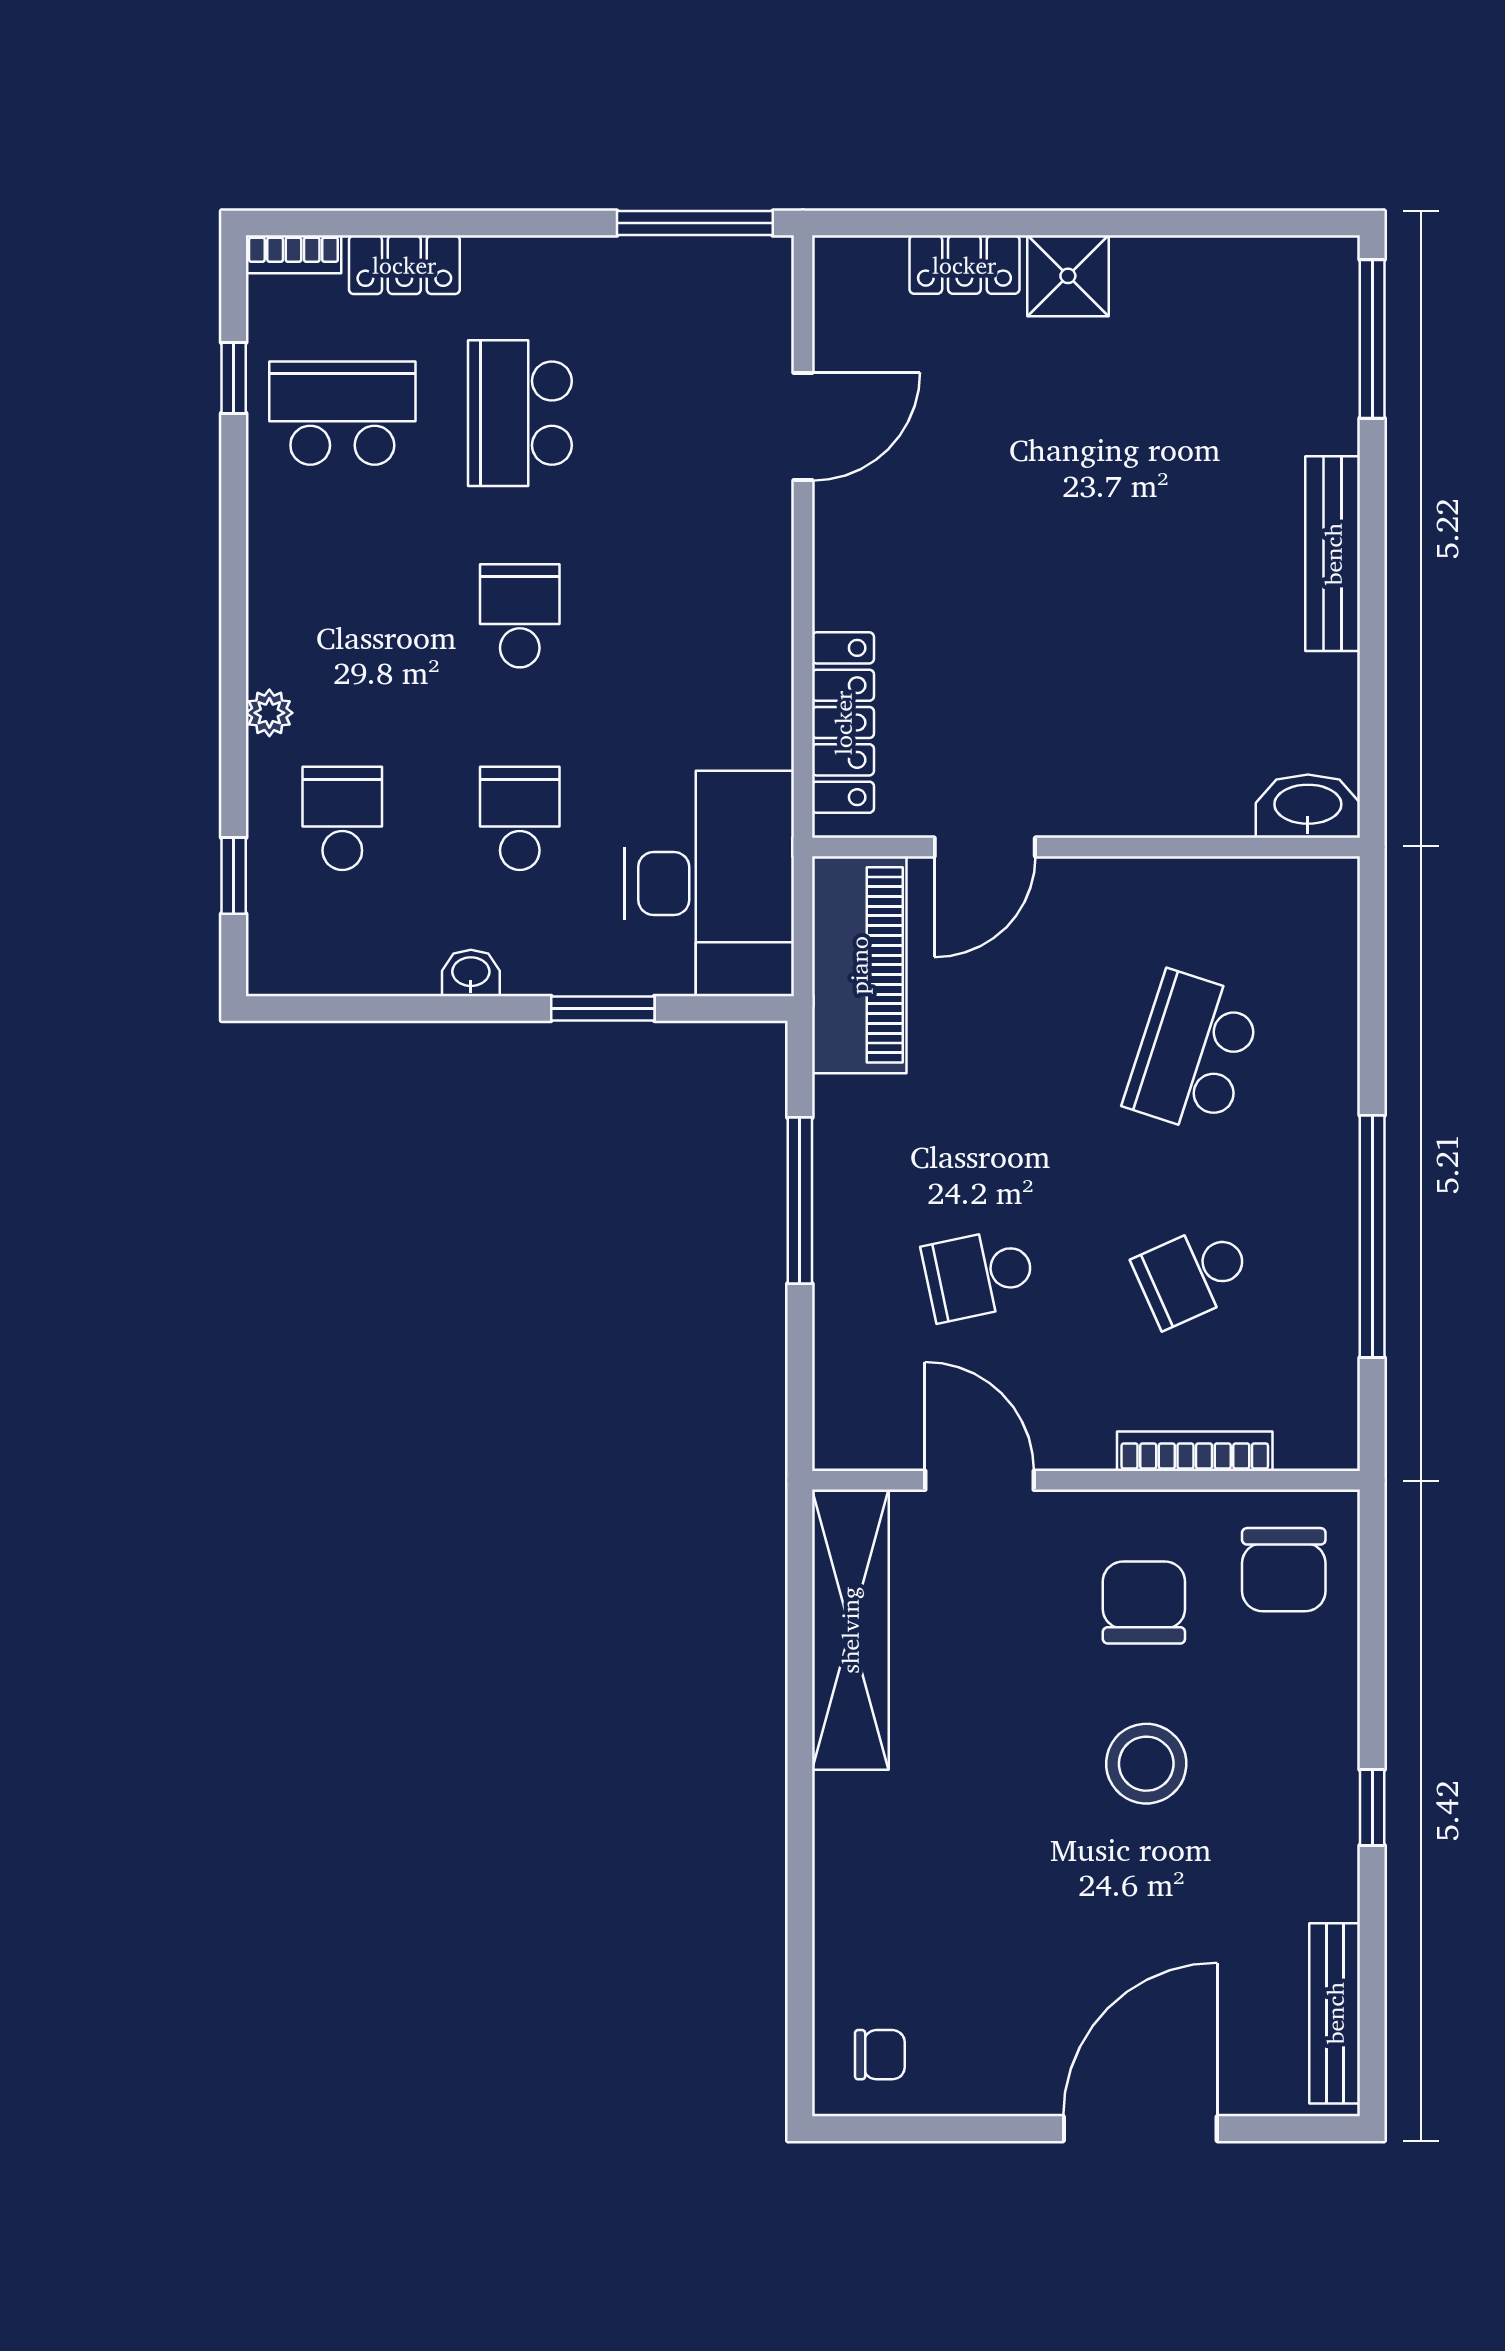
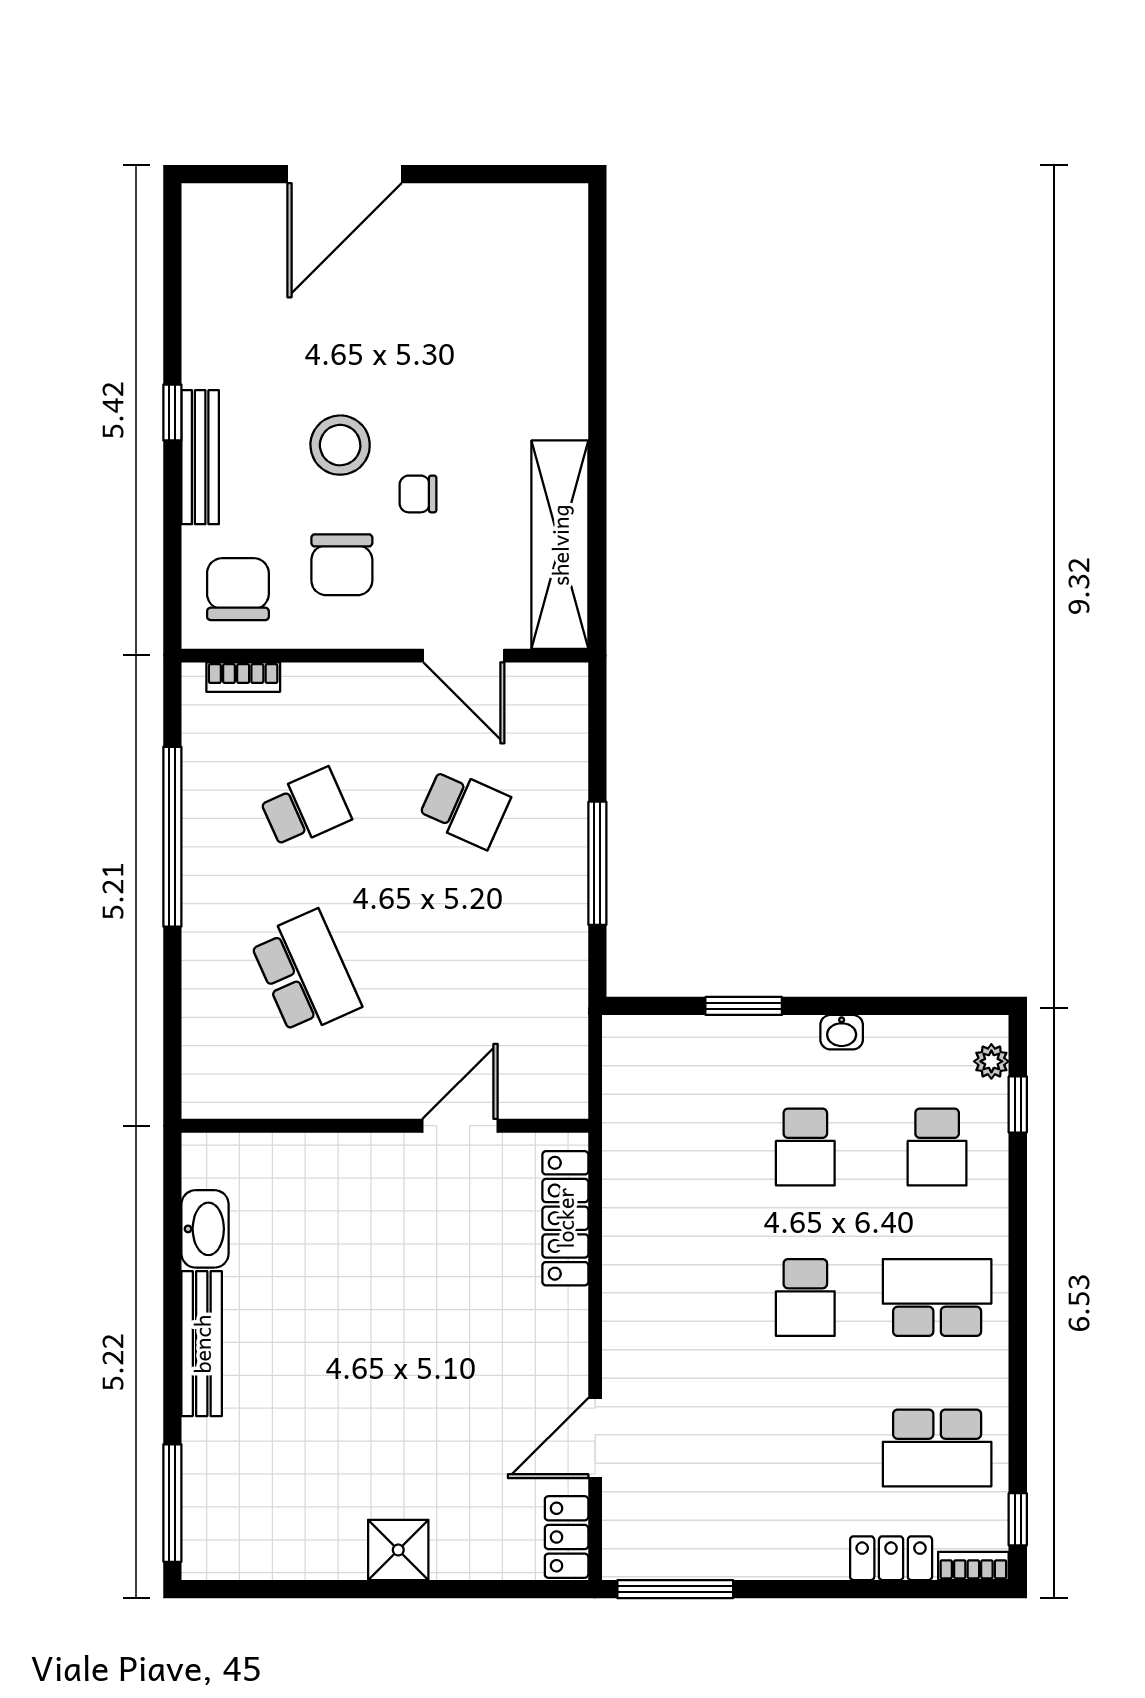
locker: (964, 265) -> (567, 1537), moved, turned -90
window: (234, 378) -> (1018, 1519), moved
school desk: (520, 413) -> (937, 1298), moved, turned -90
plant: (269, 713) -> (991, 1061), moved
washbasin: (1308, 806) -> (205, 1229), moved, turned -90
desk: (709, 883) -> (665, 1099), removed
piano: (859, 965) -> (553, 1038), removed
school desk: (1193, 1053) -> (305, 973), turned -42
school desk: (979, 1275) -> (464, 808), turned 36
bookcase: (1195, 1451) -> (243, 677), moved, width x0.64
bench: (1335, 2013) -> (200, 457), moved
chair: (880, 2055) -> (418, 494), moved

